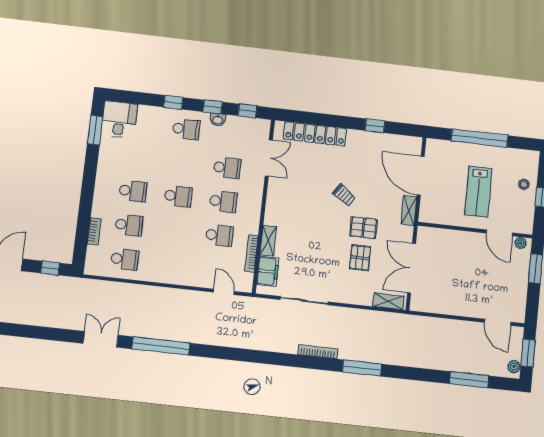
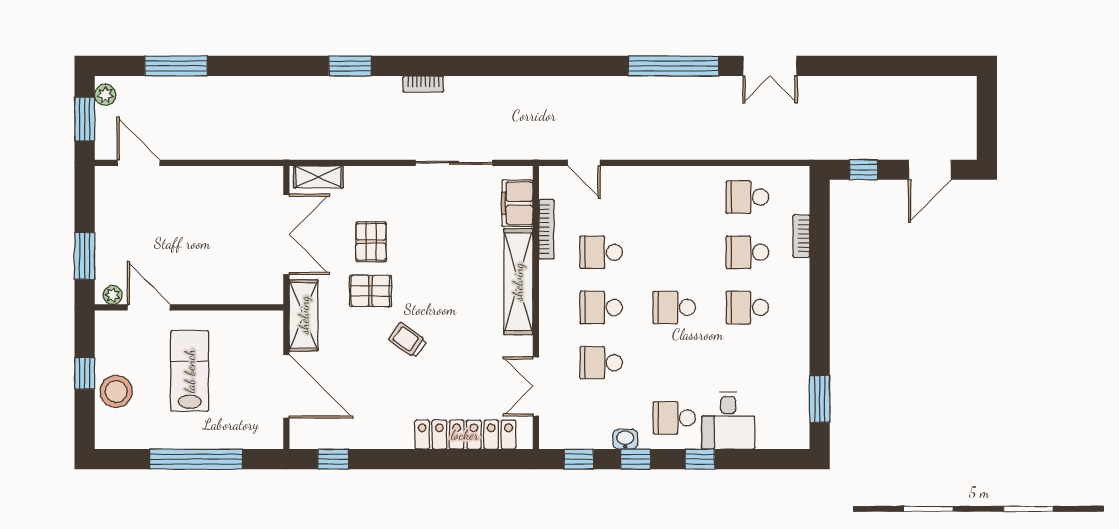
desk: (119, 120) -> (728, 421), moved
window: (375, 126) -> (333, 459), moved
stool: (524, 184) -> (116, 391), width x1.89, depth x1.89
shelving: (409, 210) -> (304, 315), width x1.50, depth x1.33
shelving: (268, 241) -> (518, 282), width x2.20, depth x1.33
bookcase: (318, 352) -> (423, 84), width x0.64
window: (362, 368) -> (350, 66), width x0.69

